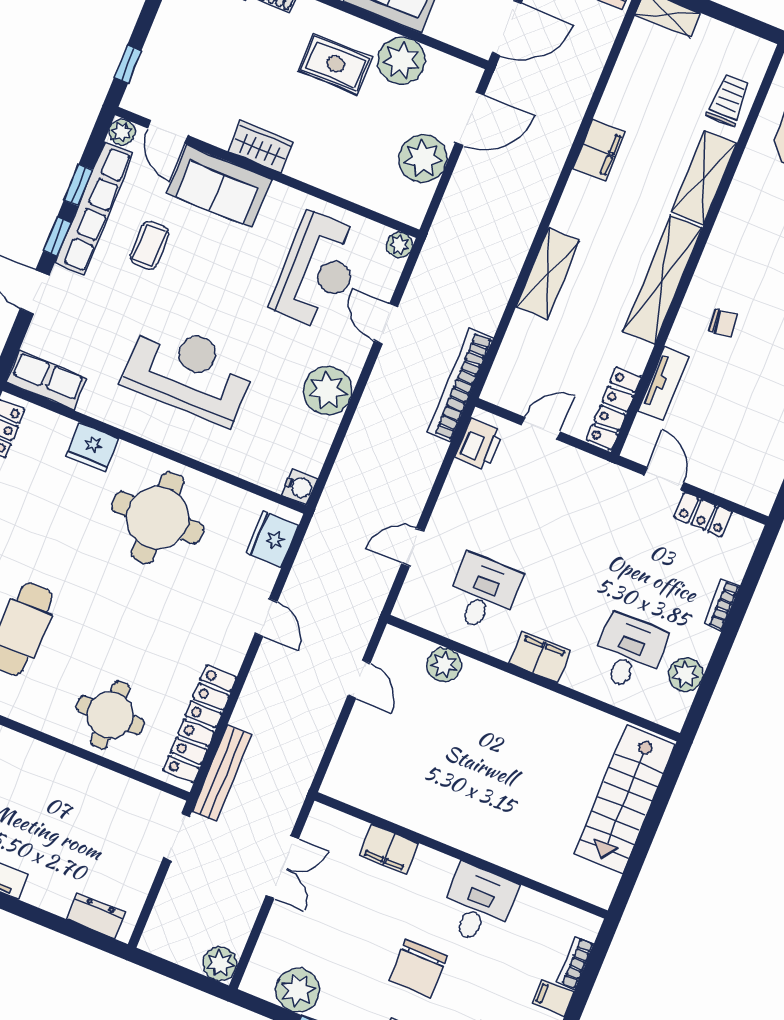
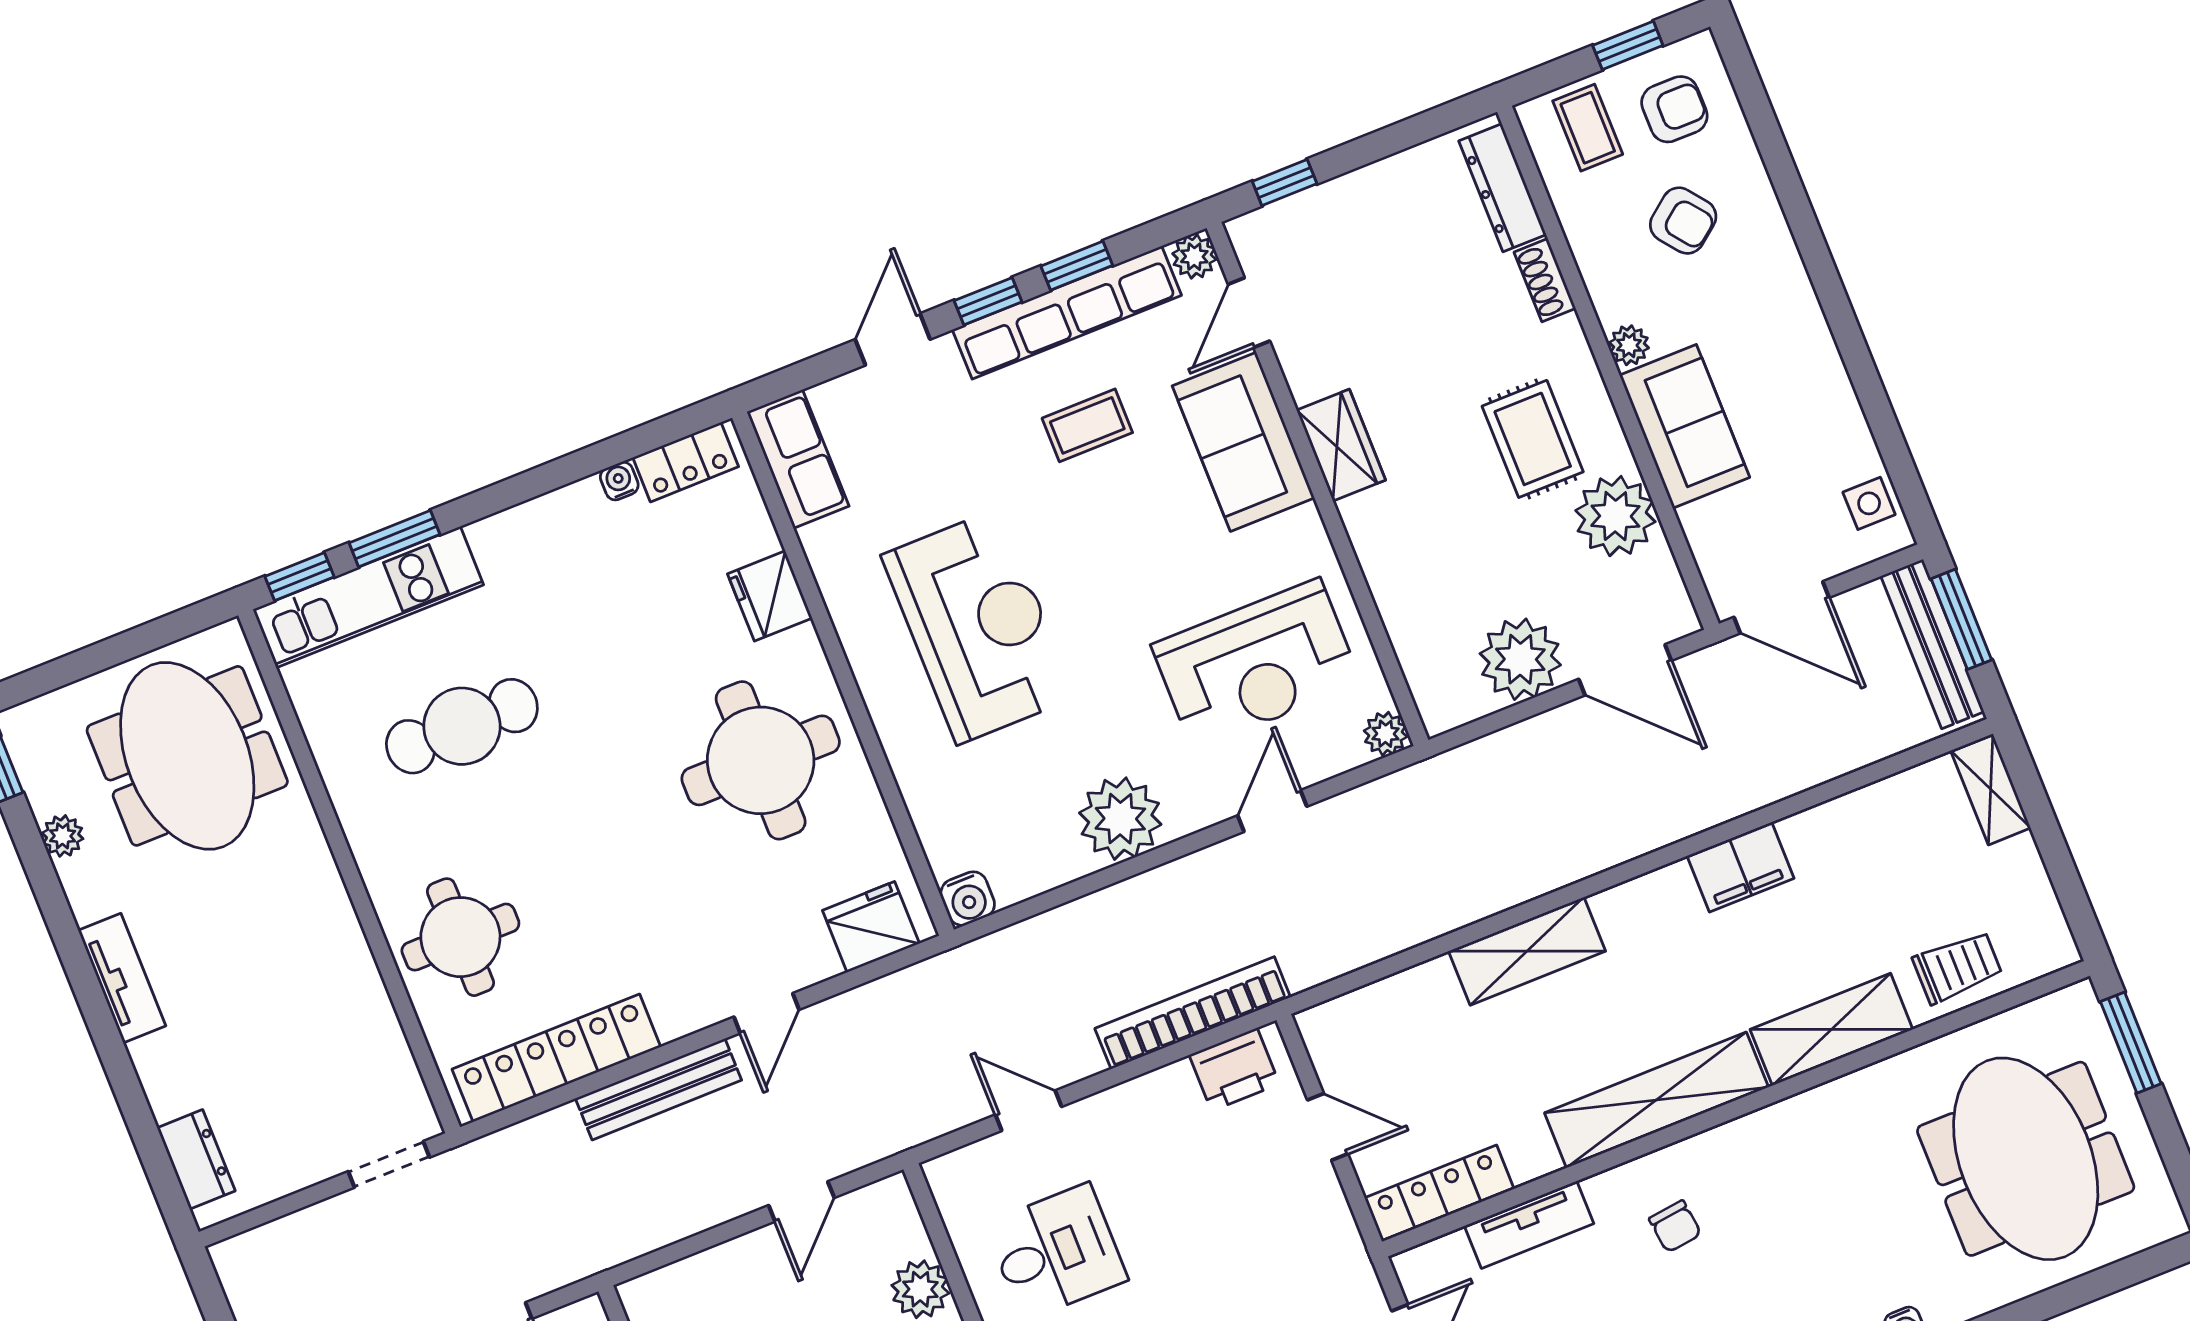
bookcase: (460, 385) -> (1193, 1013), moved
bench: (222, 773) -> (658, 1089), moved

